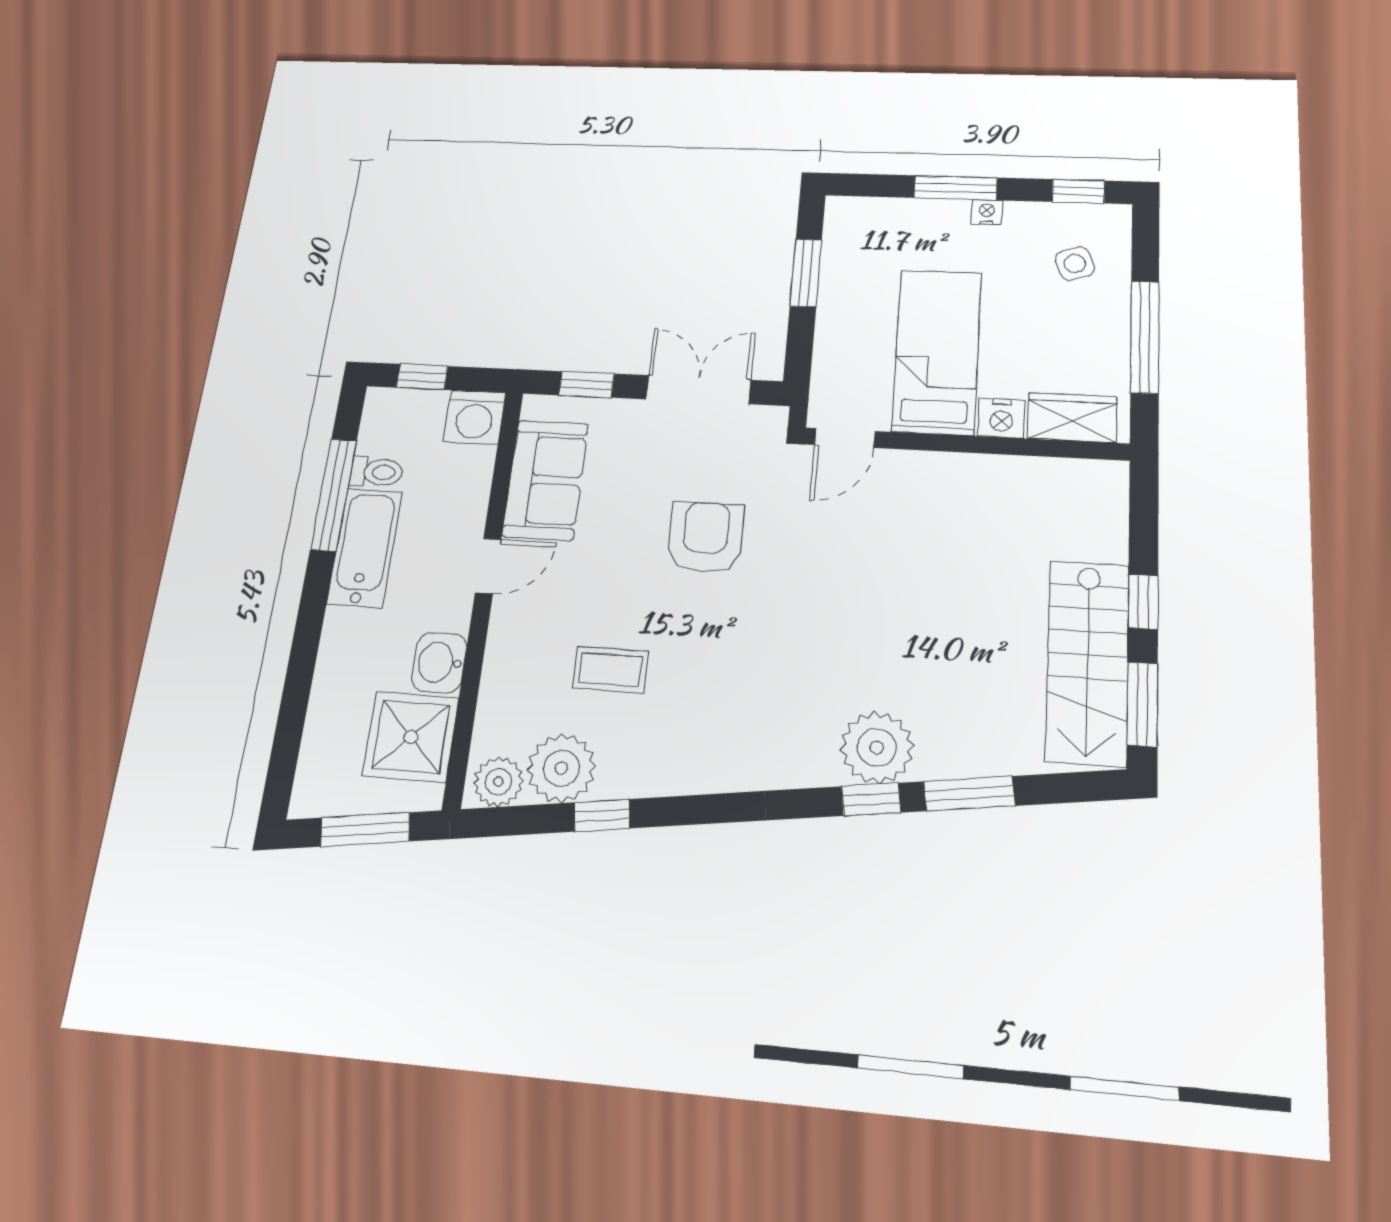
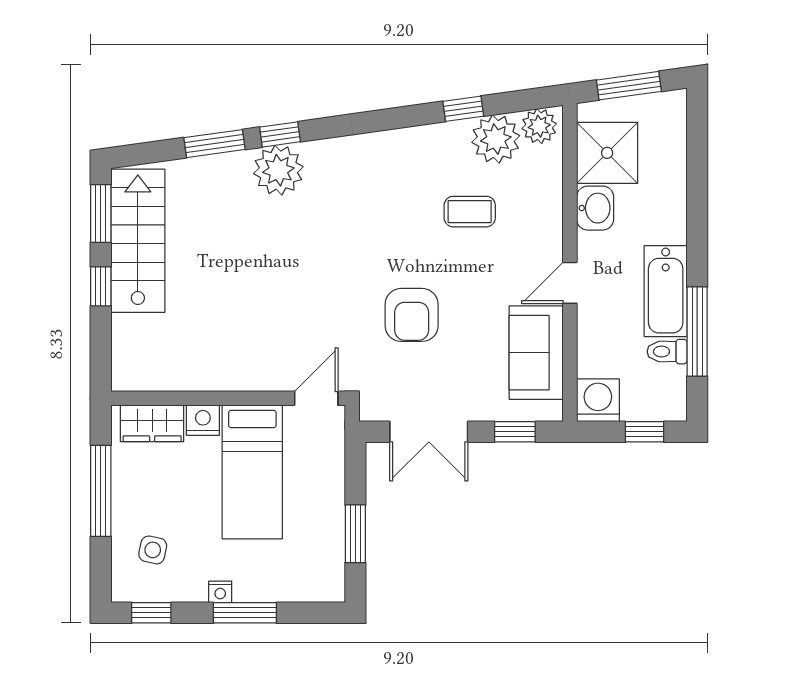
side table: (1075, 264) -> (153, 550), turned 32

